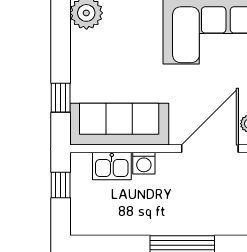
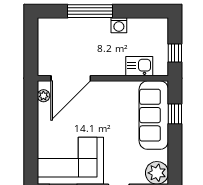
sofa: (119, 124) -> (154, 115), moved, turned 90
washing machine: (144, 163) -> (119, 25), moved, turned 180

